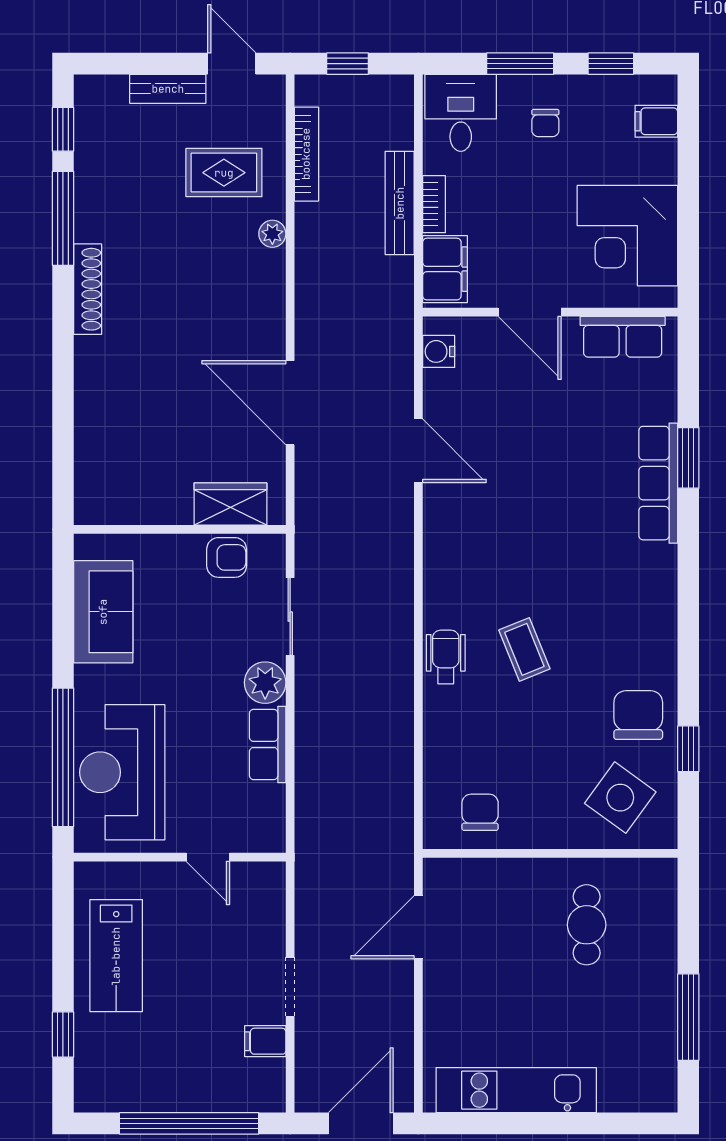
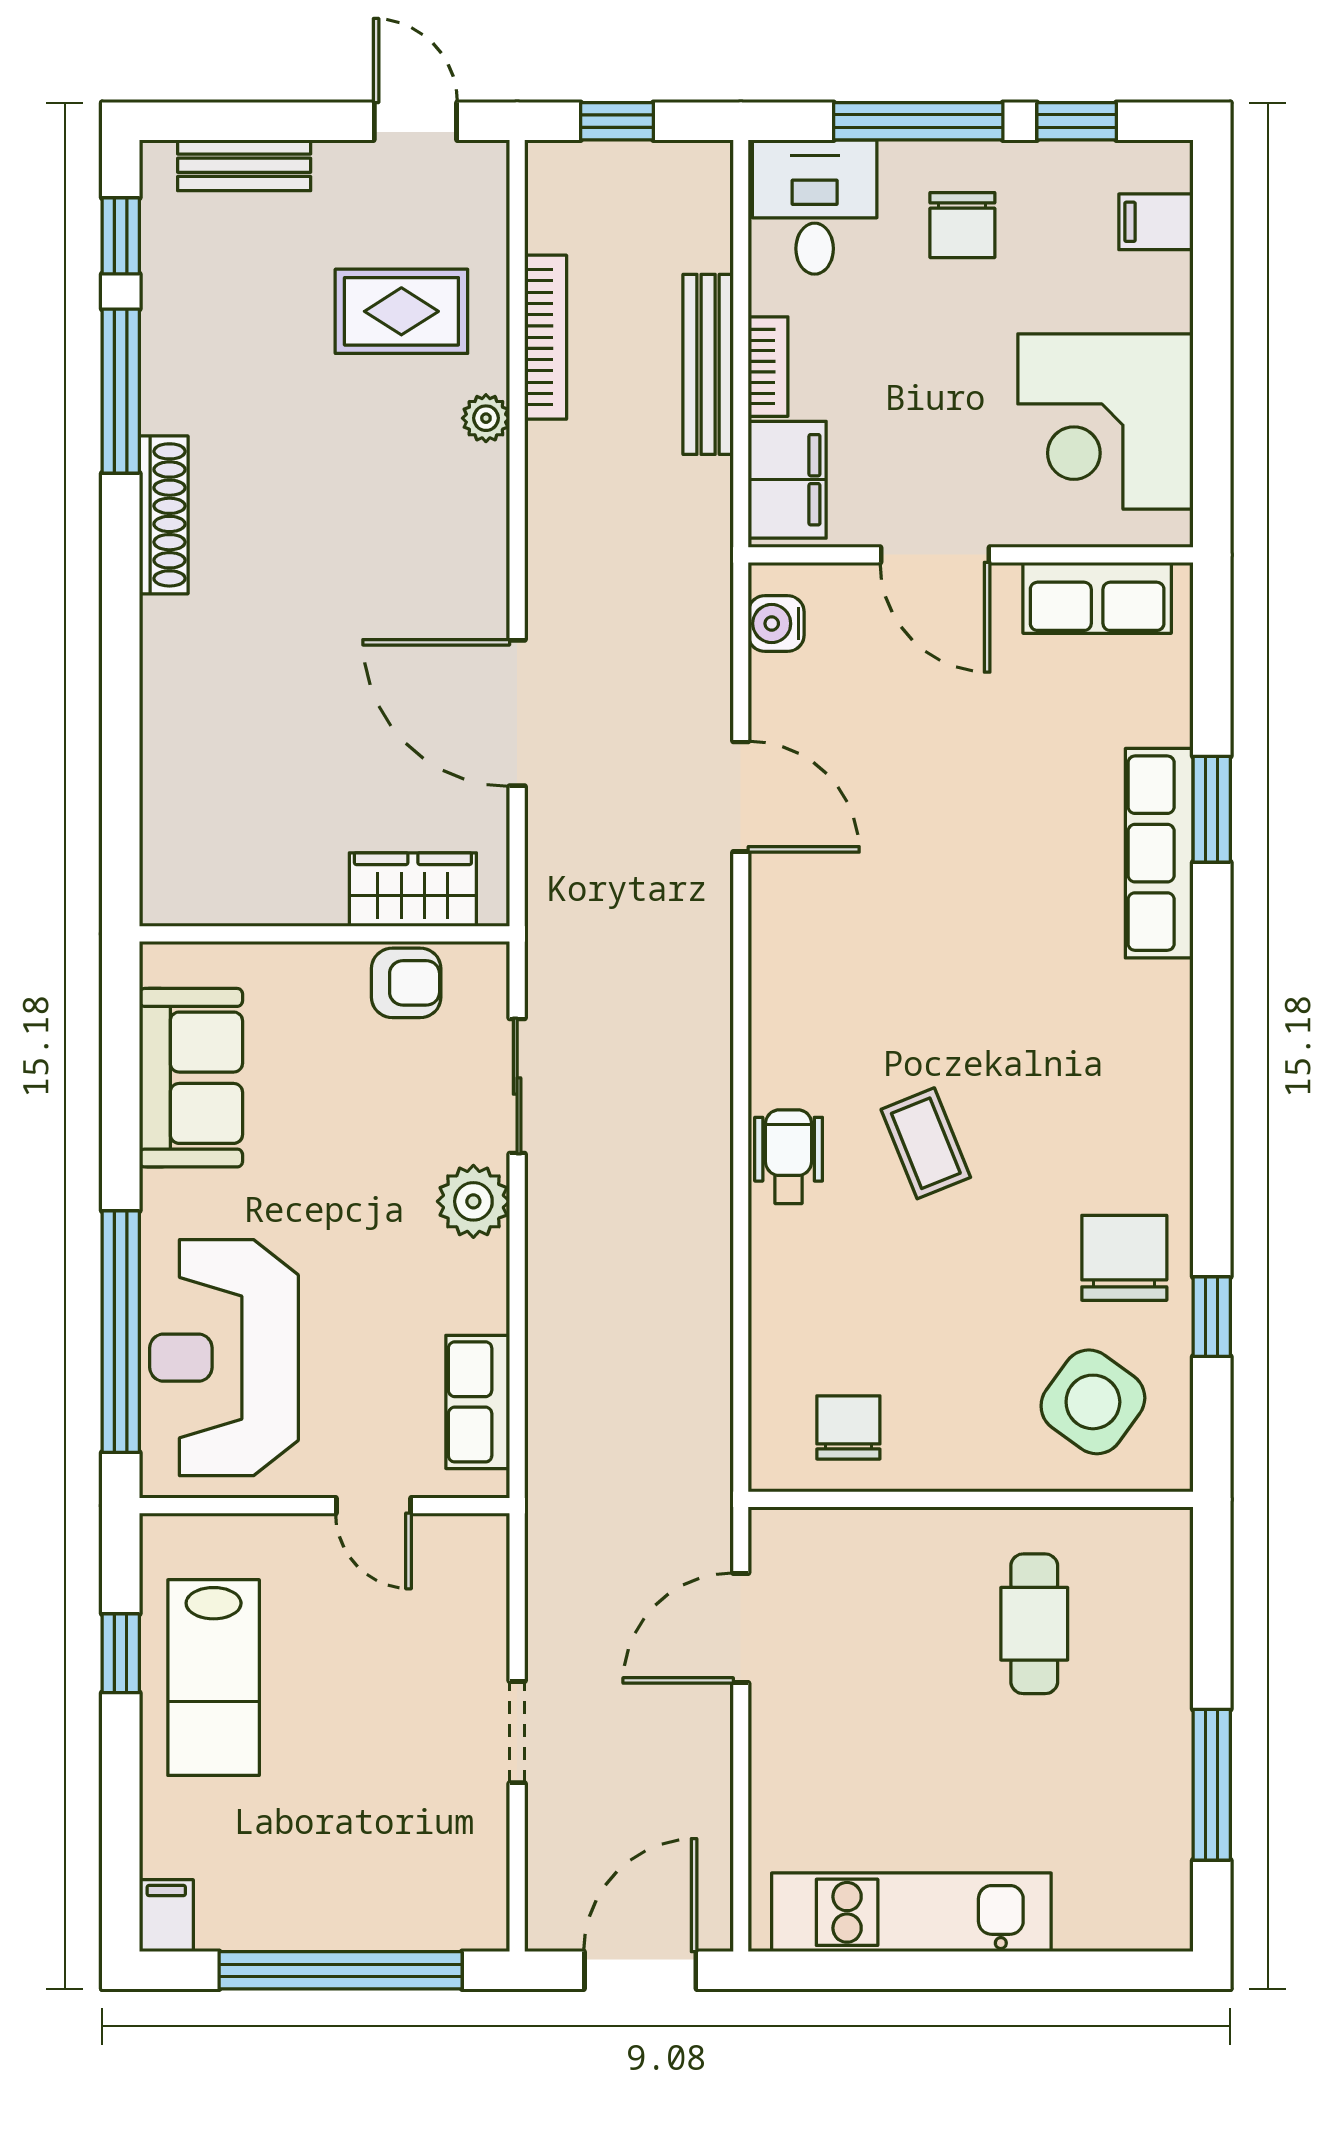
window: (520, 64) -> (918, 121), width x1.44
bench: (168, 89) -> (244, 165), moved
chair: (545, 123) -> (962, 225), width x1.37, depth x1.37
bookcase: (306, 154) -> (546, 337), moved
row of seats: (268, 744) -> (478, 1402), moved
window: (63, 1035) -> (121, 1653), moved
filing cabinet: (265, 1041) -> (166, 1916), moved, turned 90

